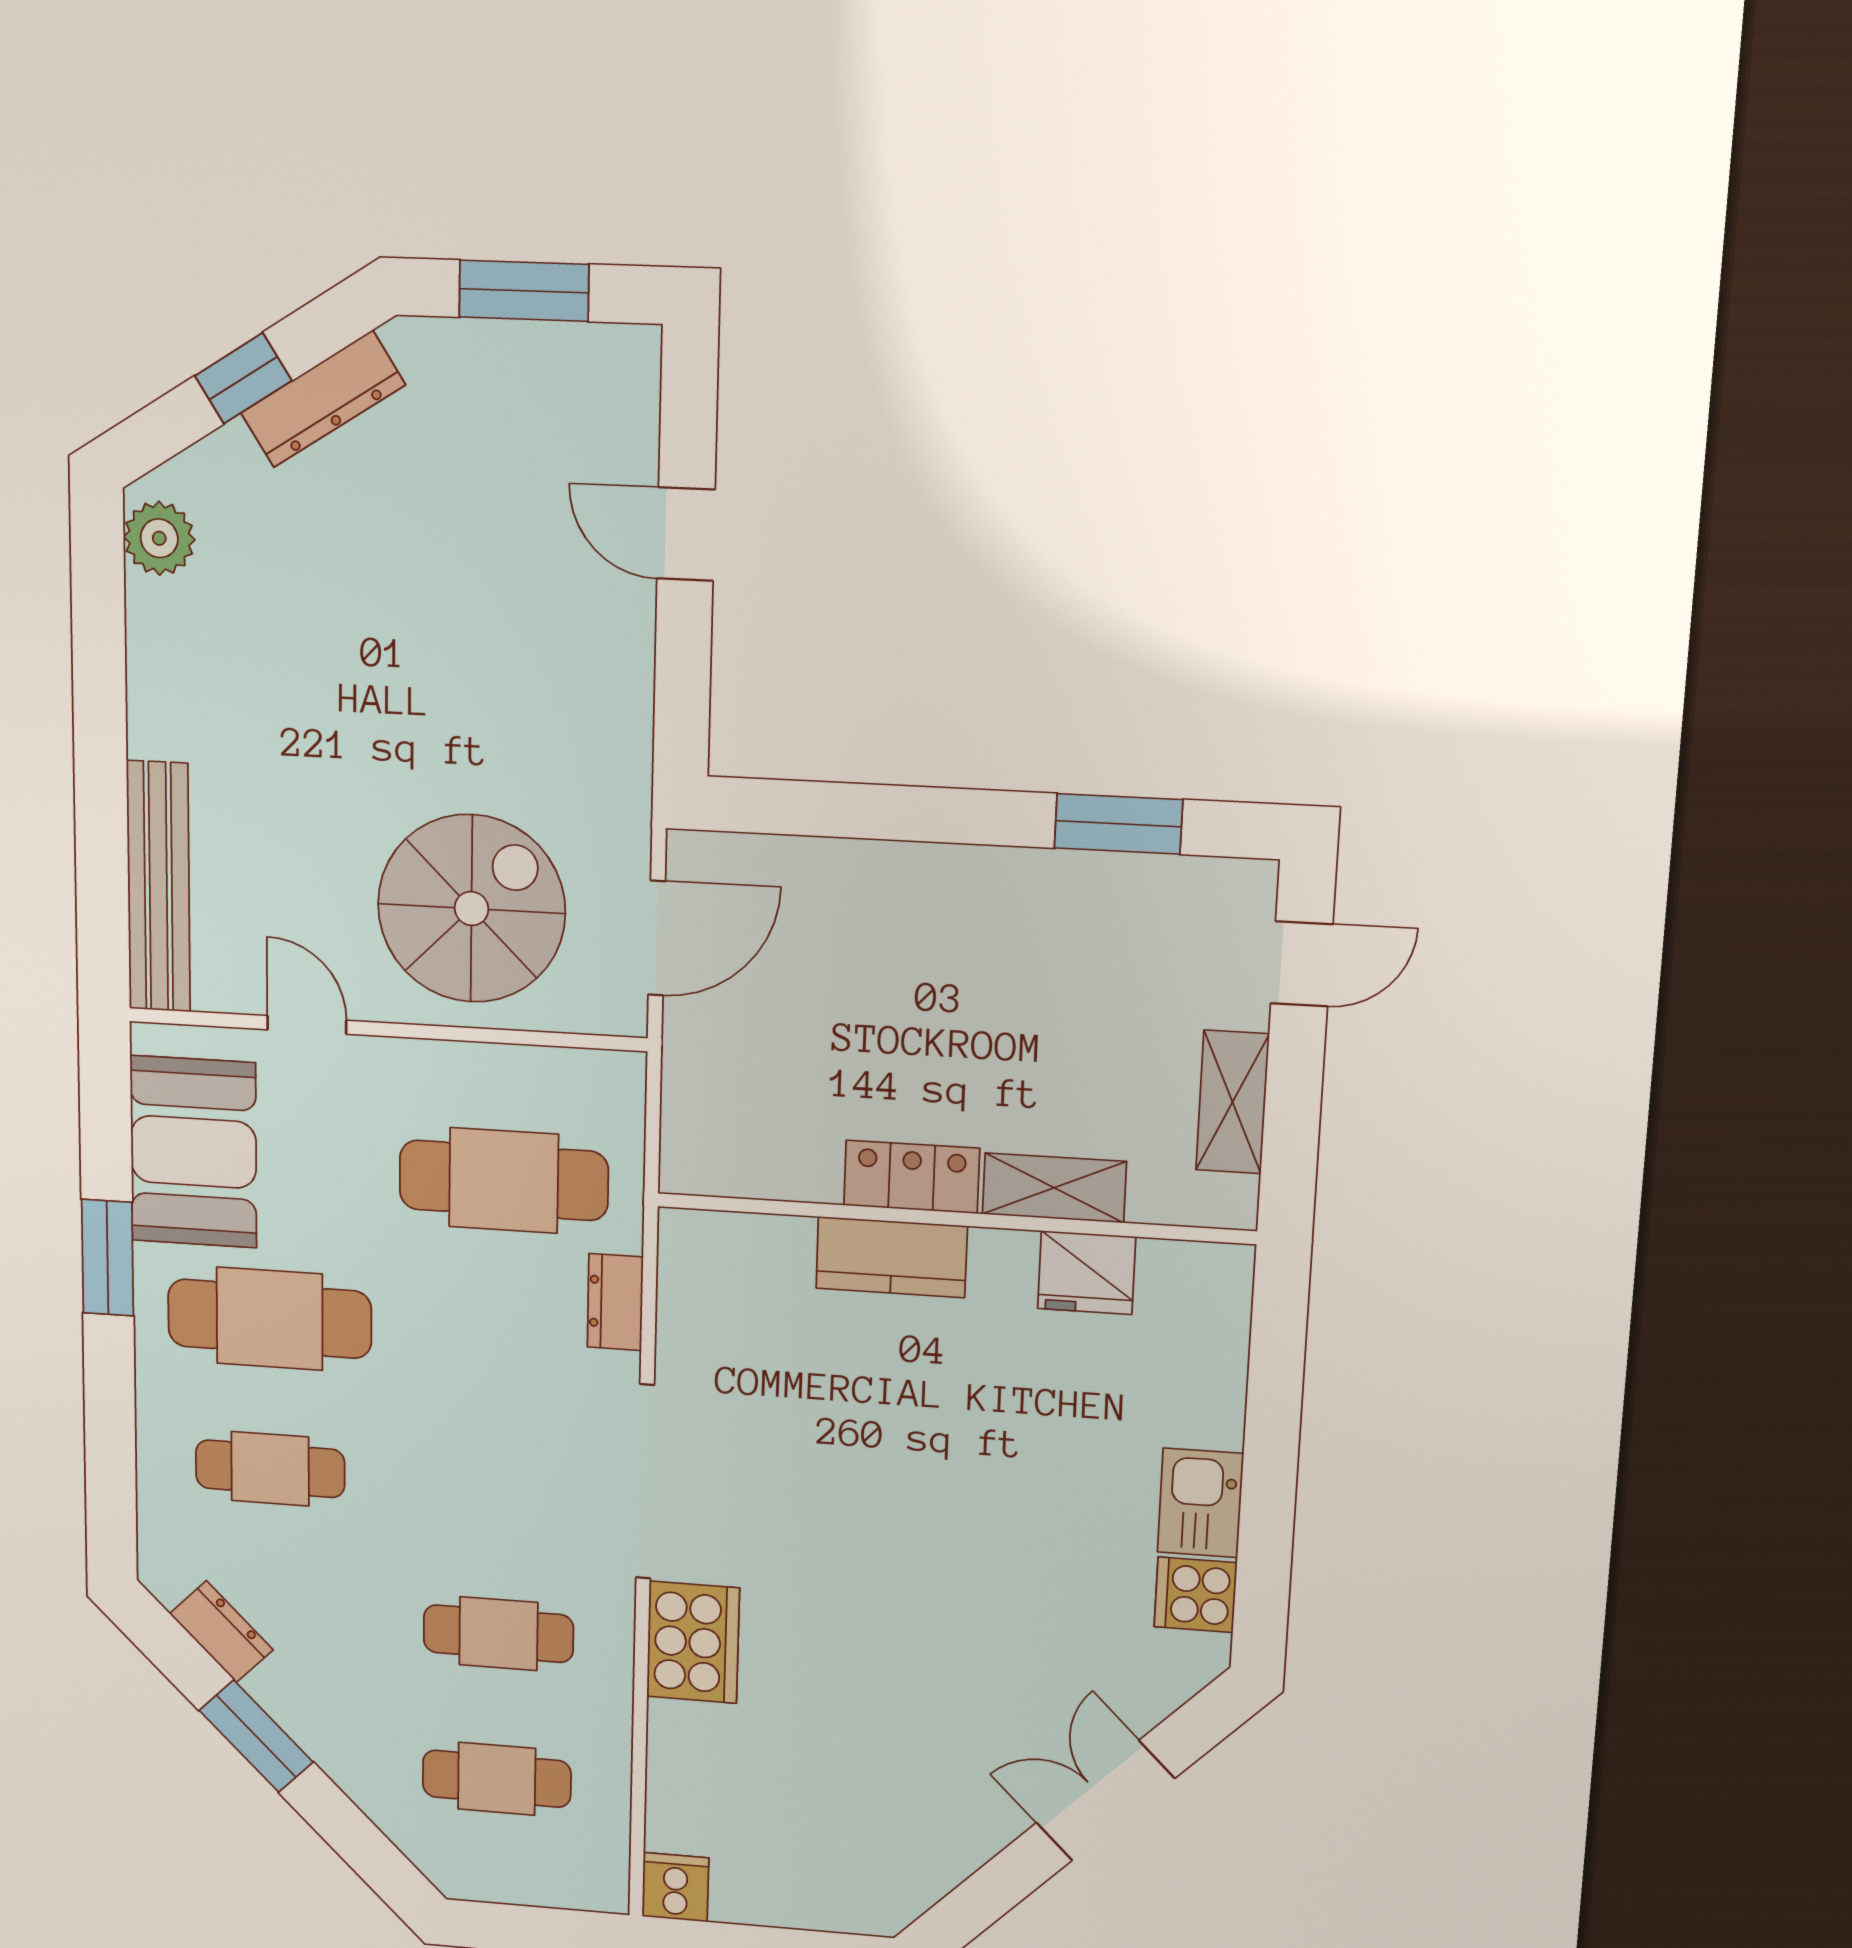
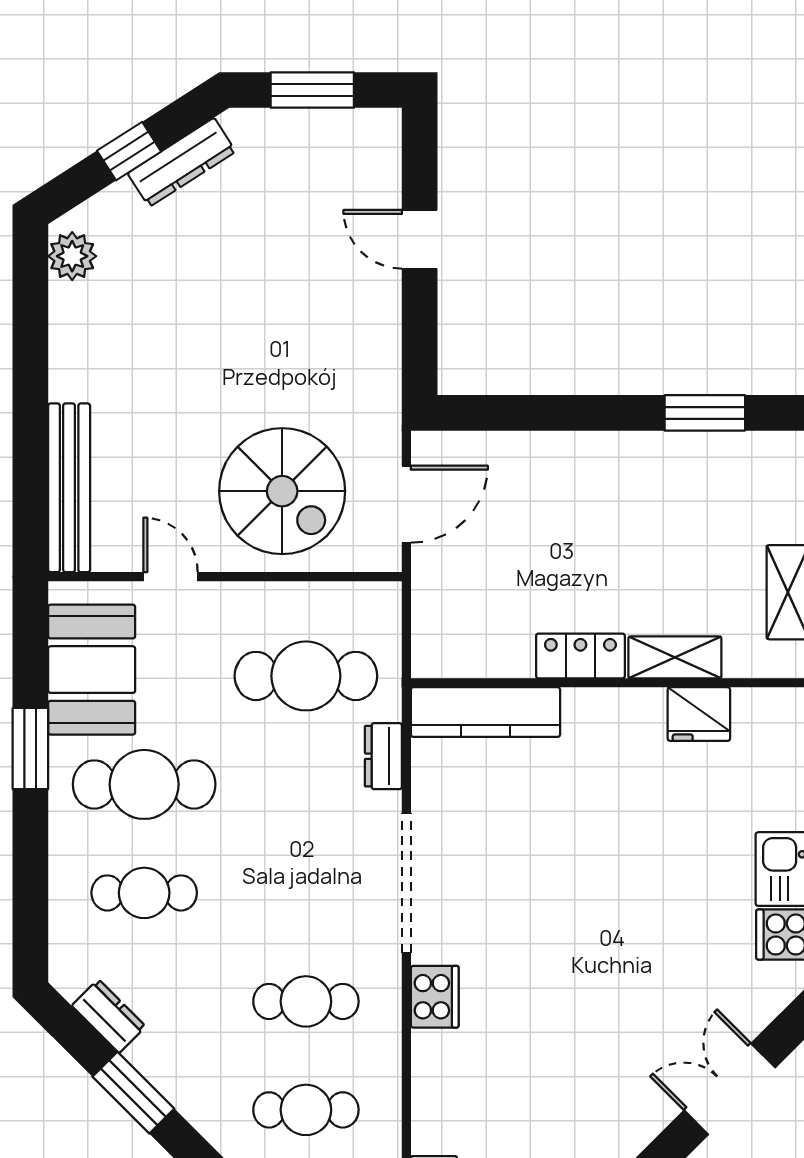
spiral stairs: (471, 909) -> (282, 491), turned 90
kitchen counter: (892, 1257) -> (485, 712), moved, width x1.50
cooker: (693, 1642) -> (435, 997), width x0.73, depth x0.76

